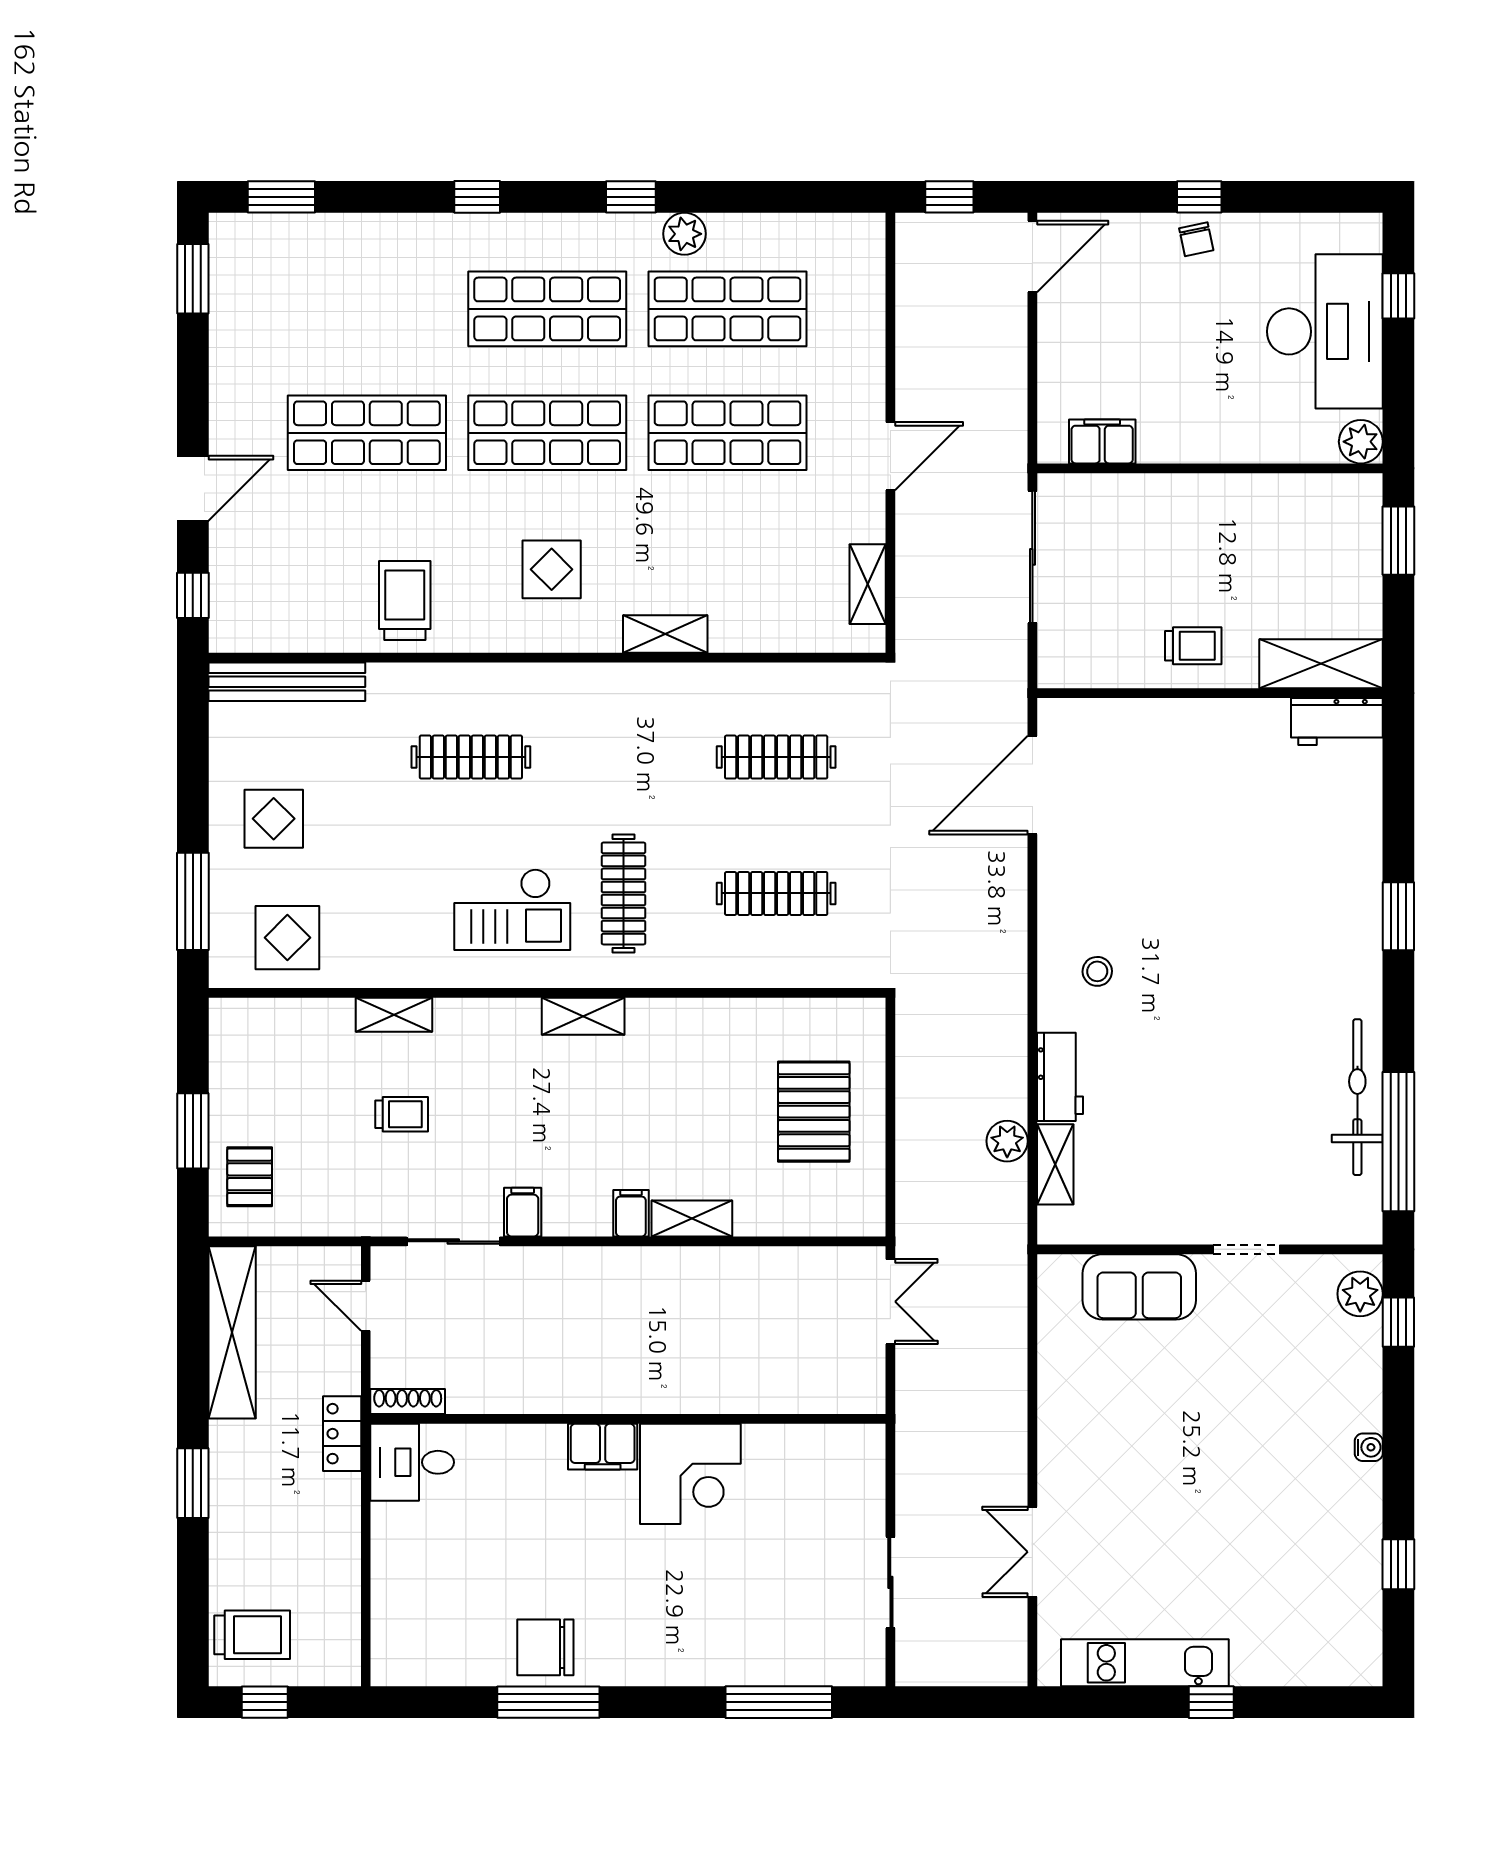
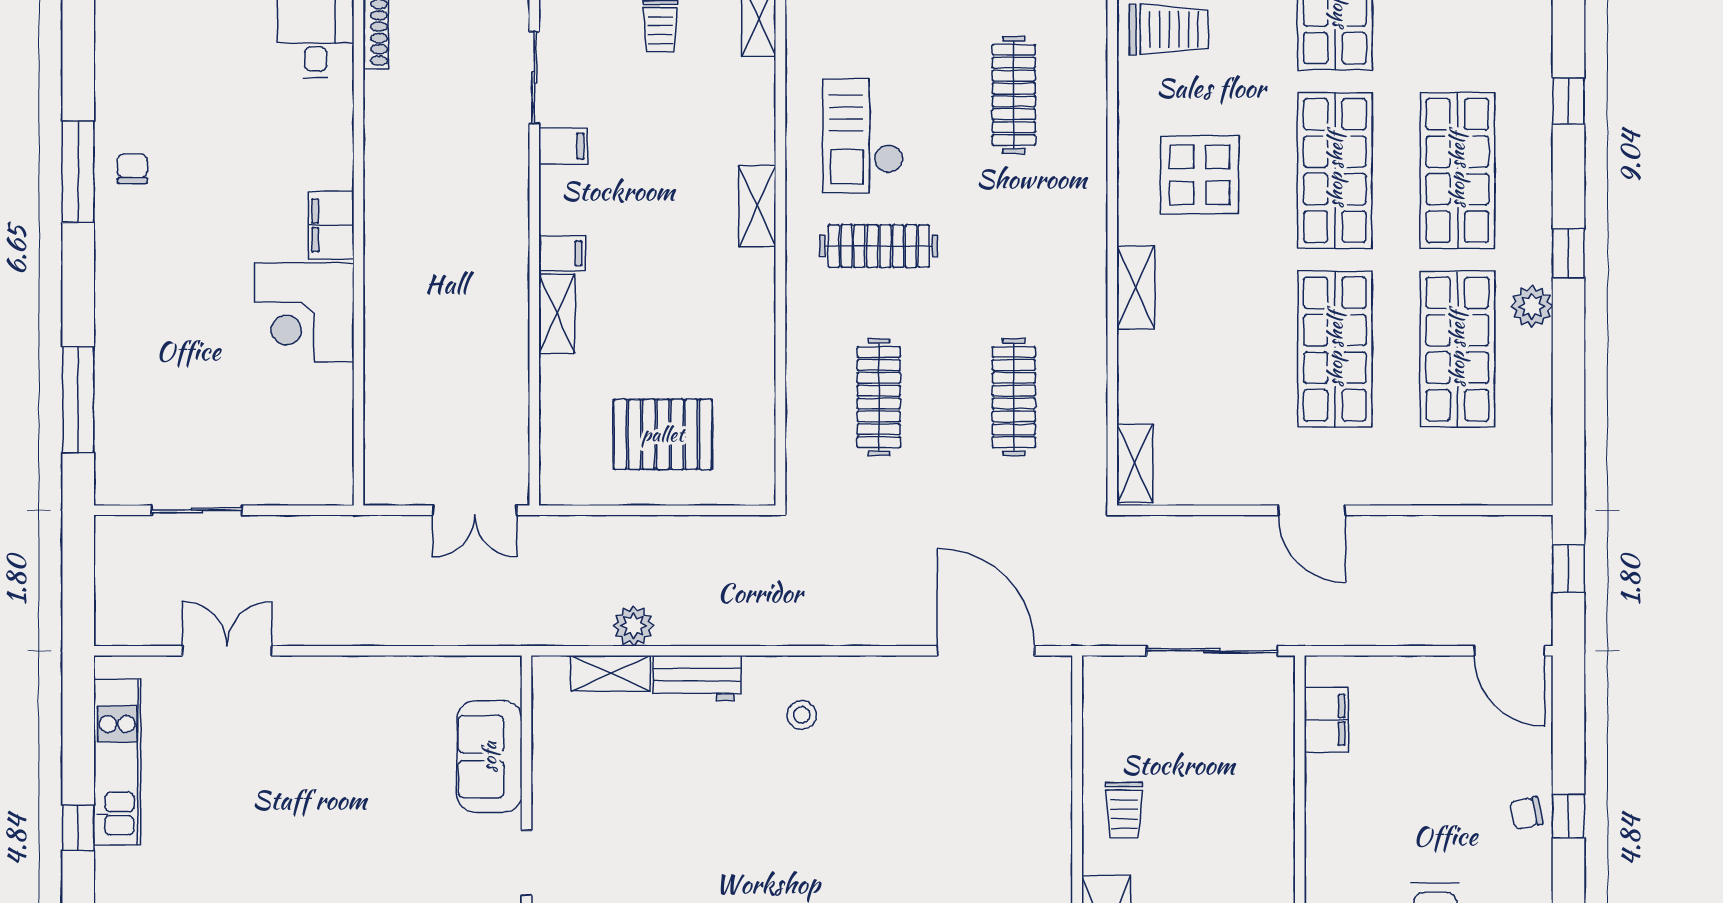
display table: (552, 569) -> (1200, 175), width x1.36, depth x1.36
shelving: (868, 584) -> (1135, 463), moved, turned 90
chair: (545, 1647) -> (132, 169), width x0.54, depth x0.54

